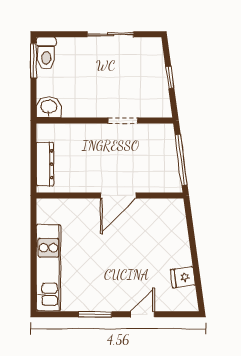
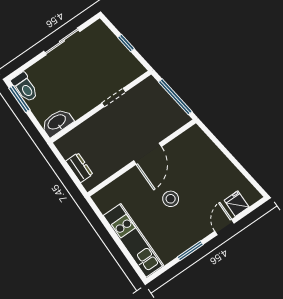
washbasin: (49, 107) -> (57, 122), width x1.38
dresser: (45, 164) -> (79, 168), width x0.70
stool: (110, 253) -> (171, 199), added
fridge: (183, 277) -> (237, 204), moved, turned 98

